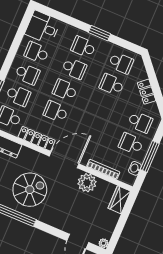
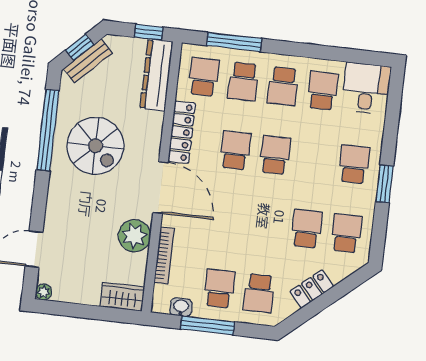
school desk: (121, 63) -> (346, 233), turned 180
school desk: (74, 68) -> (315, 160), removed

